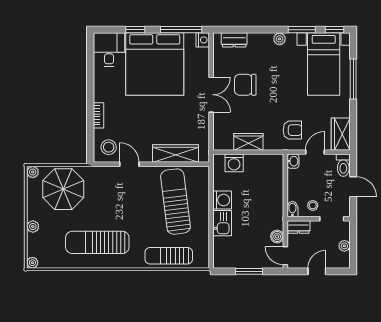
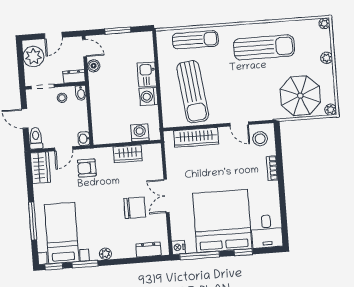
plant: (344, 246) -> (33, 57), width x1.88, depth x1.88

